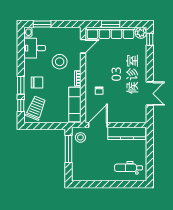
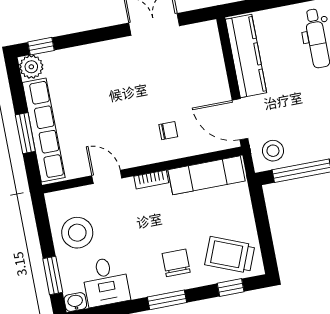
door: (83, 46) -> (107, 177), moved
stool: (60, 62) -> (77, 233), moved
window: (21, 85) -> (167, 300), moved

